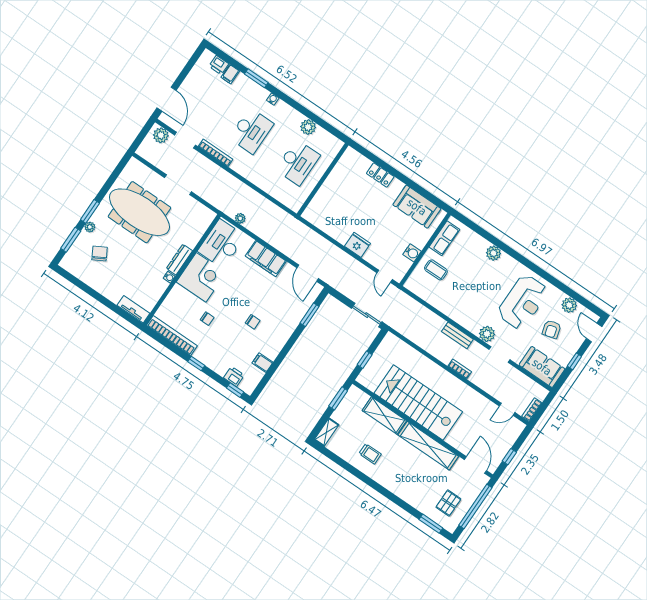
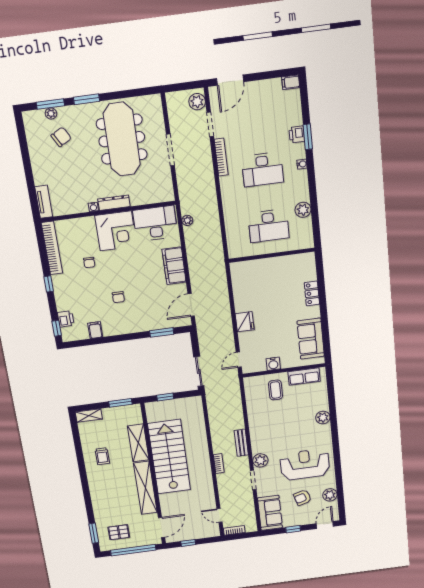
printer: (219, 65) -> (297, 134), moved
filing cabinet: (230, 74) -> (291, 82), moved
plant: (90, 227) -> (51, 113), moved
reception desk: (523, 302) -> (305, 464), turned 180

